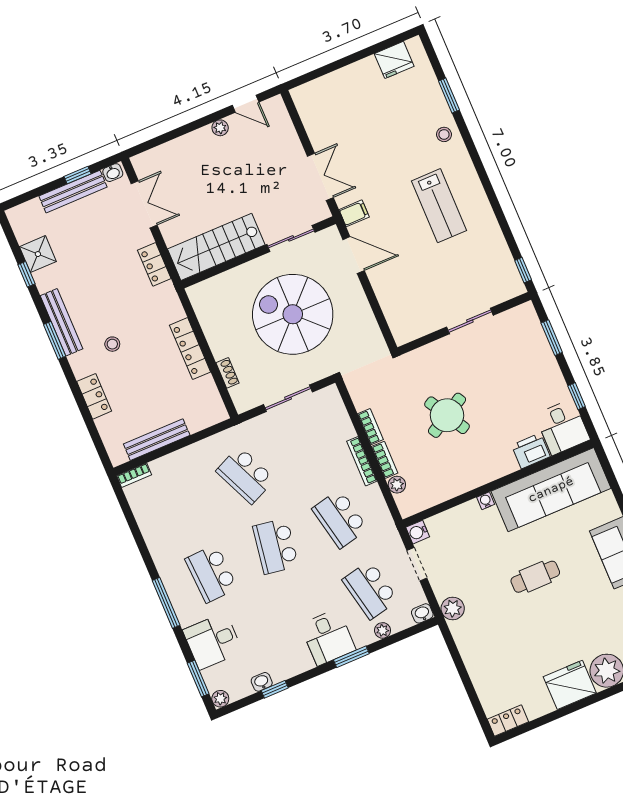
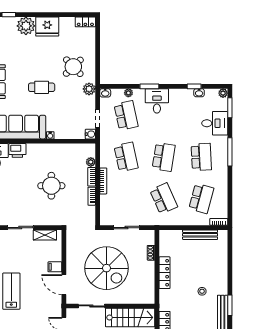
filing cabinet: (354, 213) -> (55, 267), moved
shelving: (422, 326) -> (45, 235), added
locker: (94, 396) -> (222, 269), removed
round table: (447, 415) -> (51, 186), turned 30
school desk: (181, 502) -> (201, 198), added
round table: (496, 635) -> (73, 67), added

